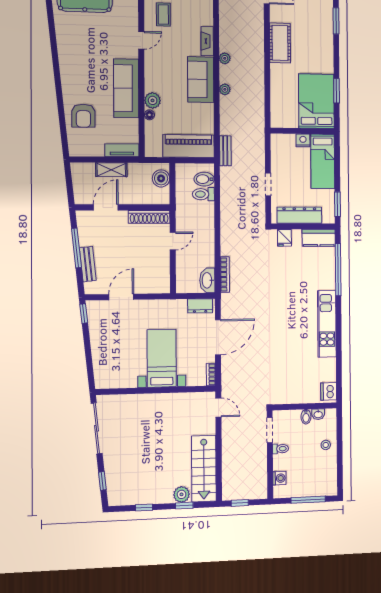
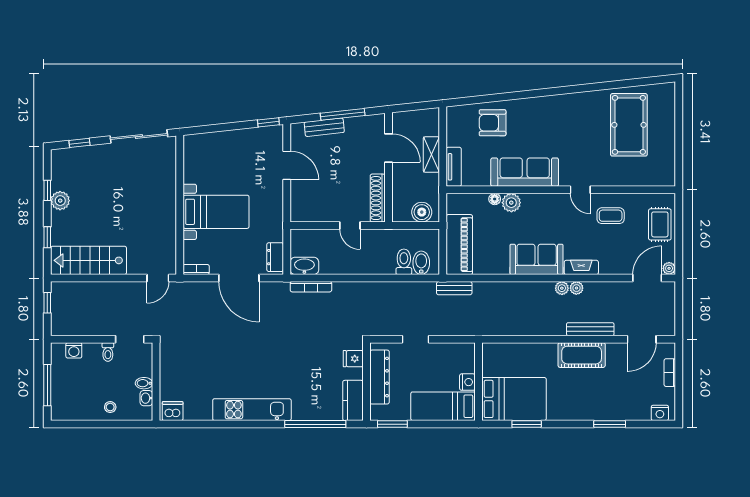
bench: (259, 35) -> (590, 329), added
plant: (225, 89) -> (576, 288), moved
plant: (182, 494) -> (60, 201), moved

